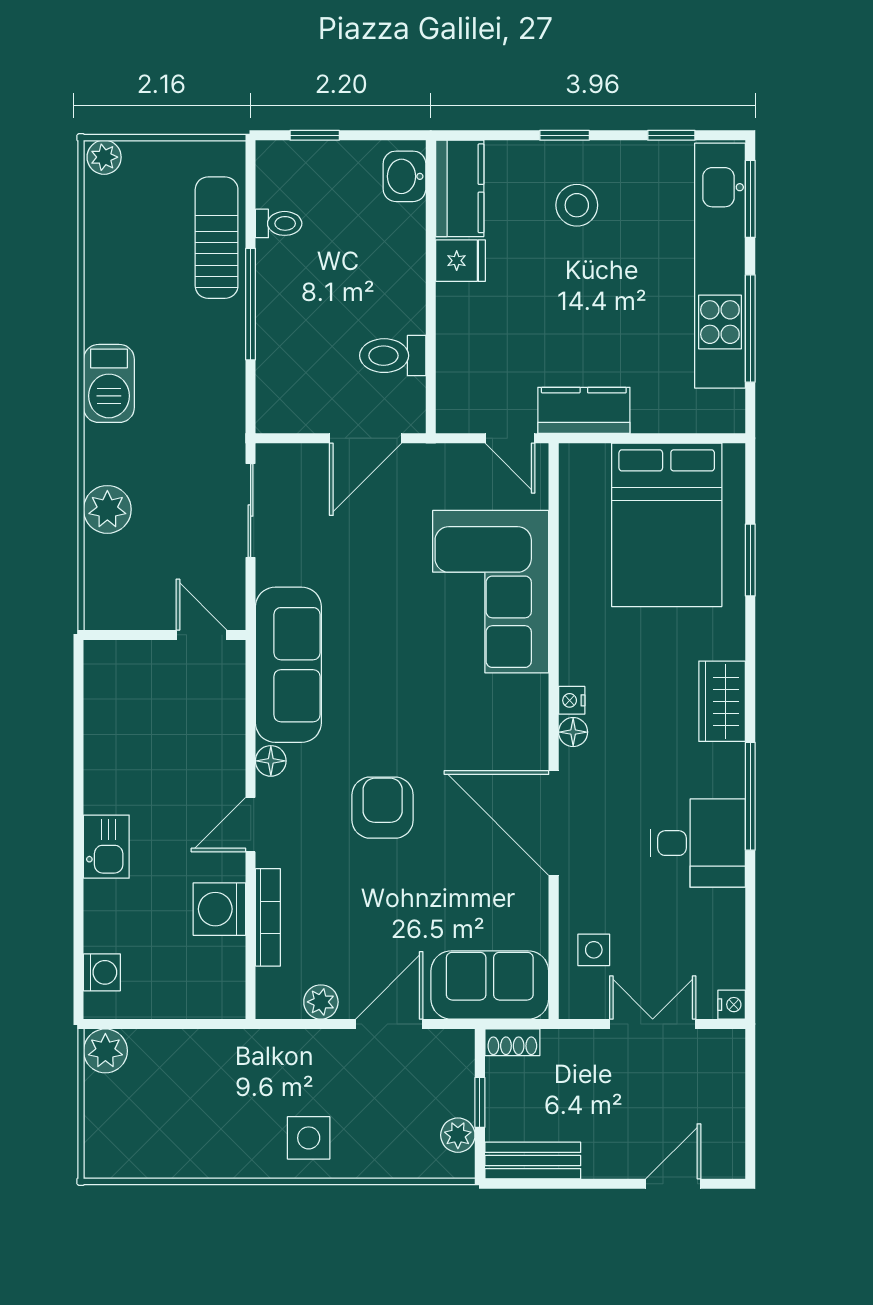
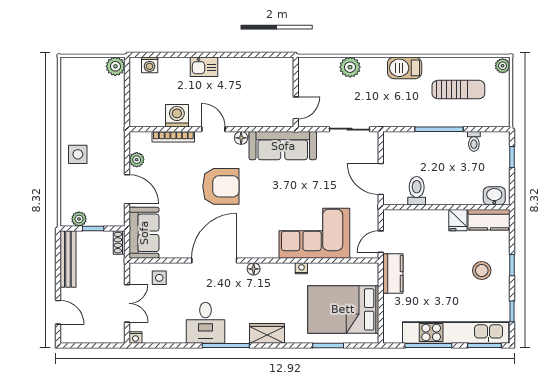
sun lounger: (217, 238) -> (458, 90), moved
nightstand: (572, 700) -> (301, 268), moved
armchair: (383, 808) -> (221, 186), width x1.36, depth x1.36
bench: (533, 1161) -> (68, 259), width x1.36

